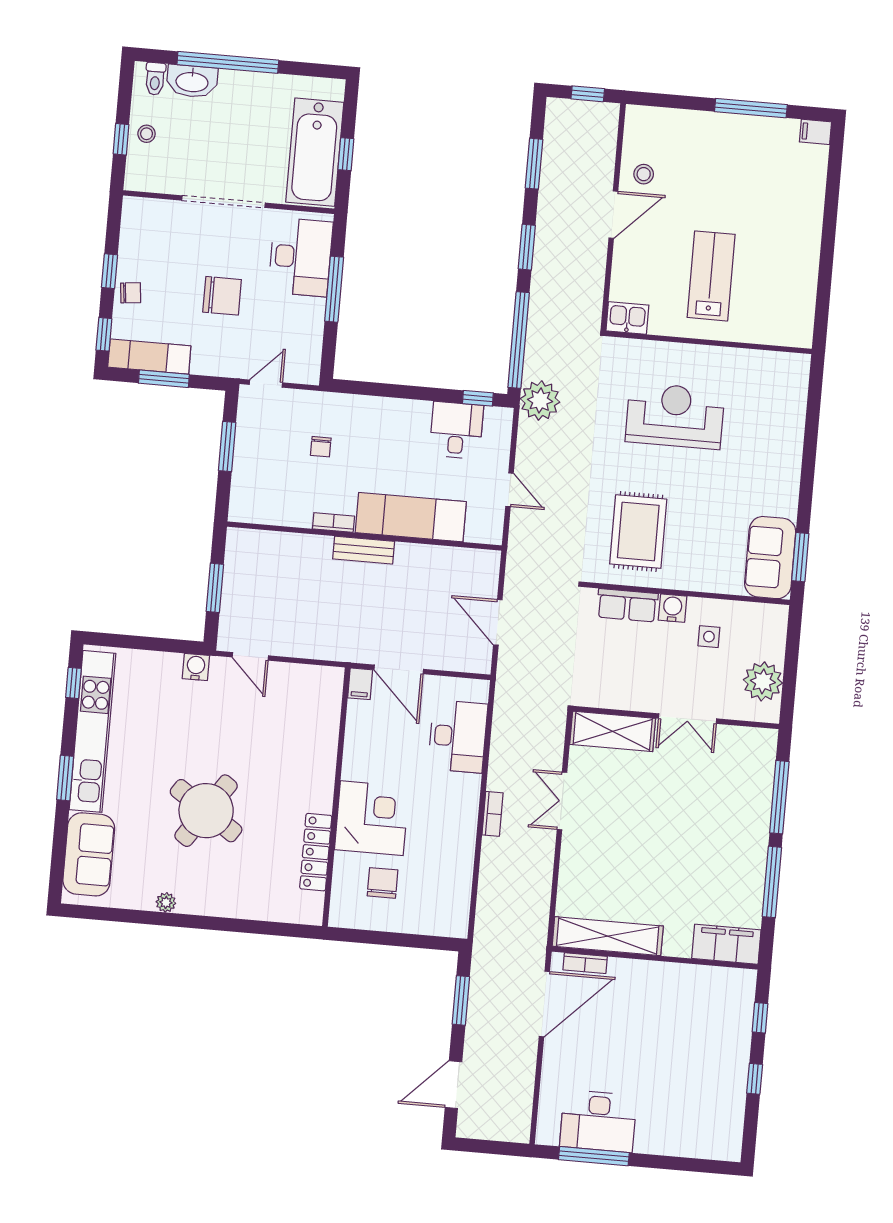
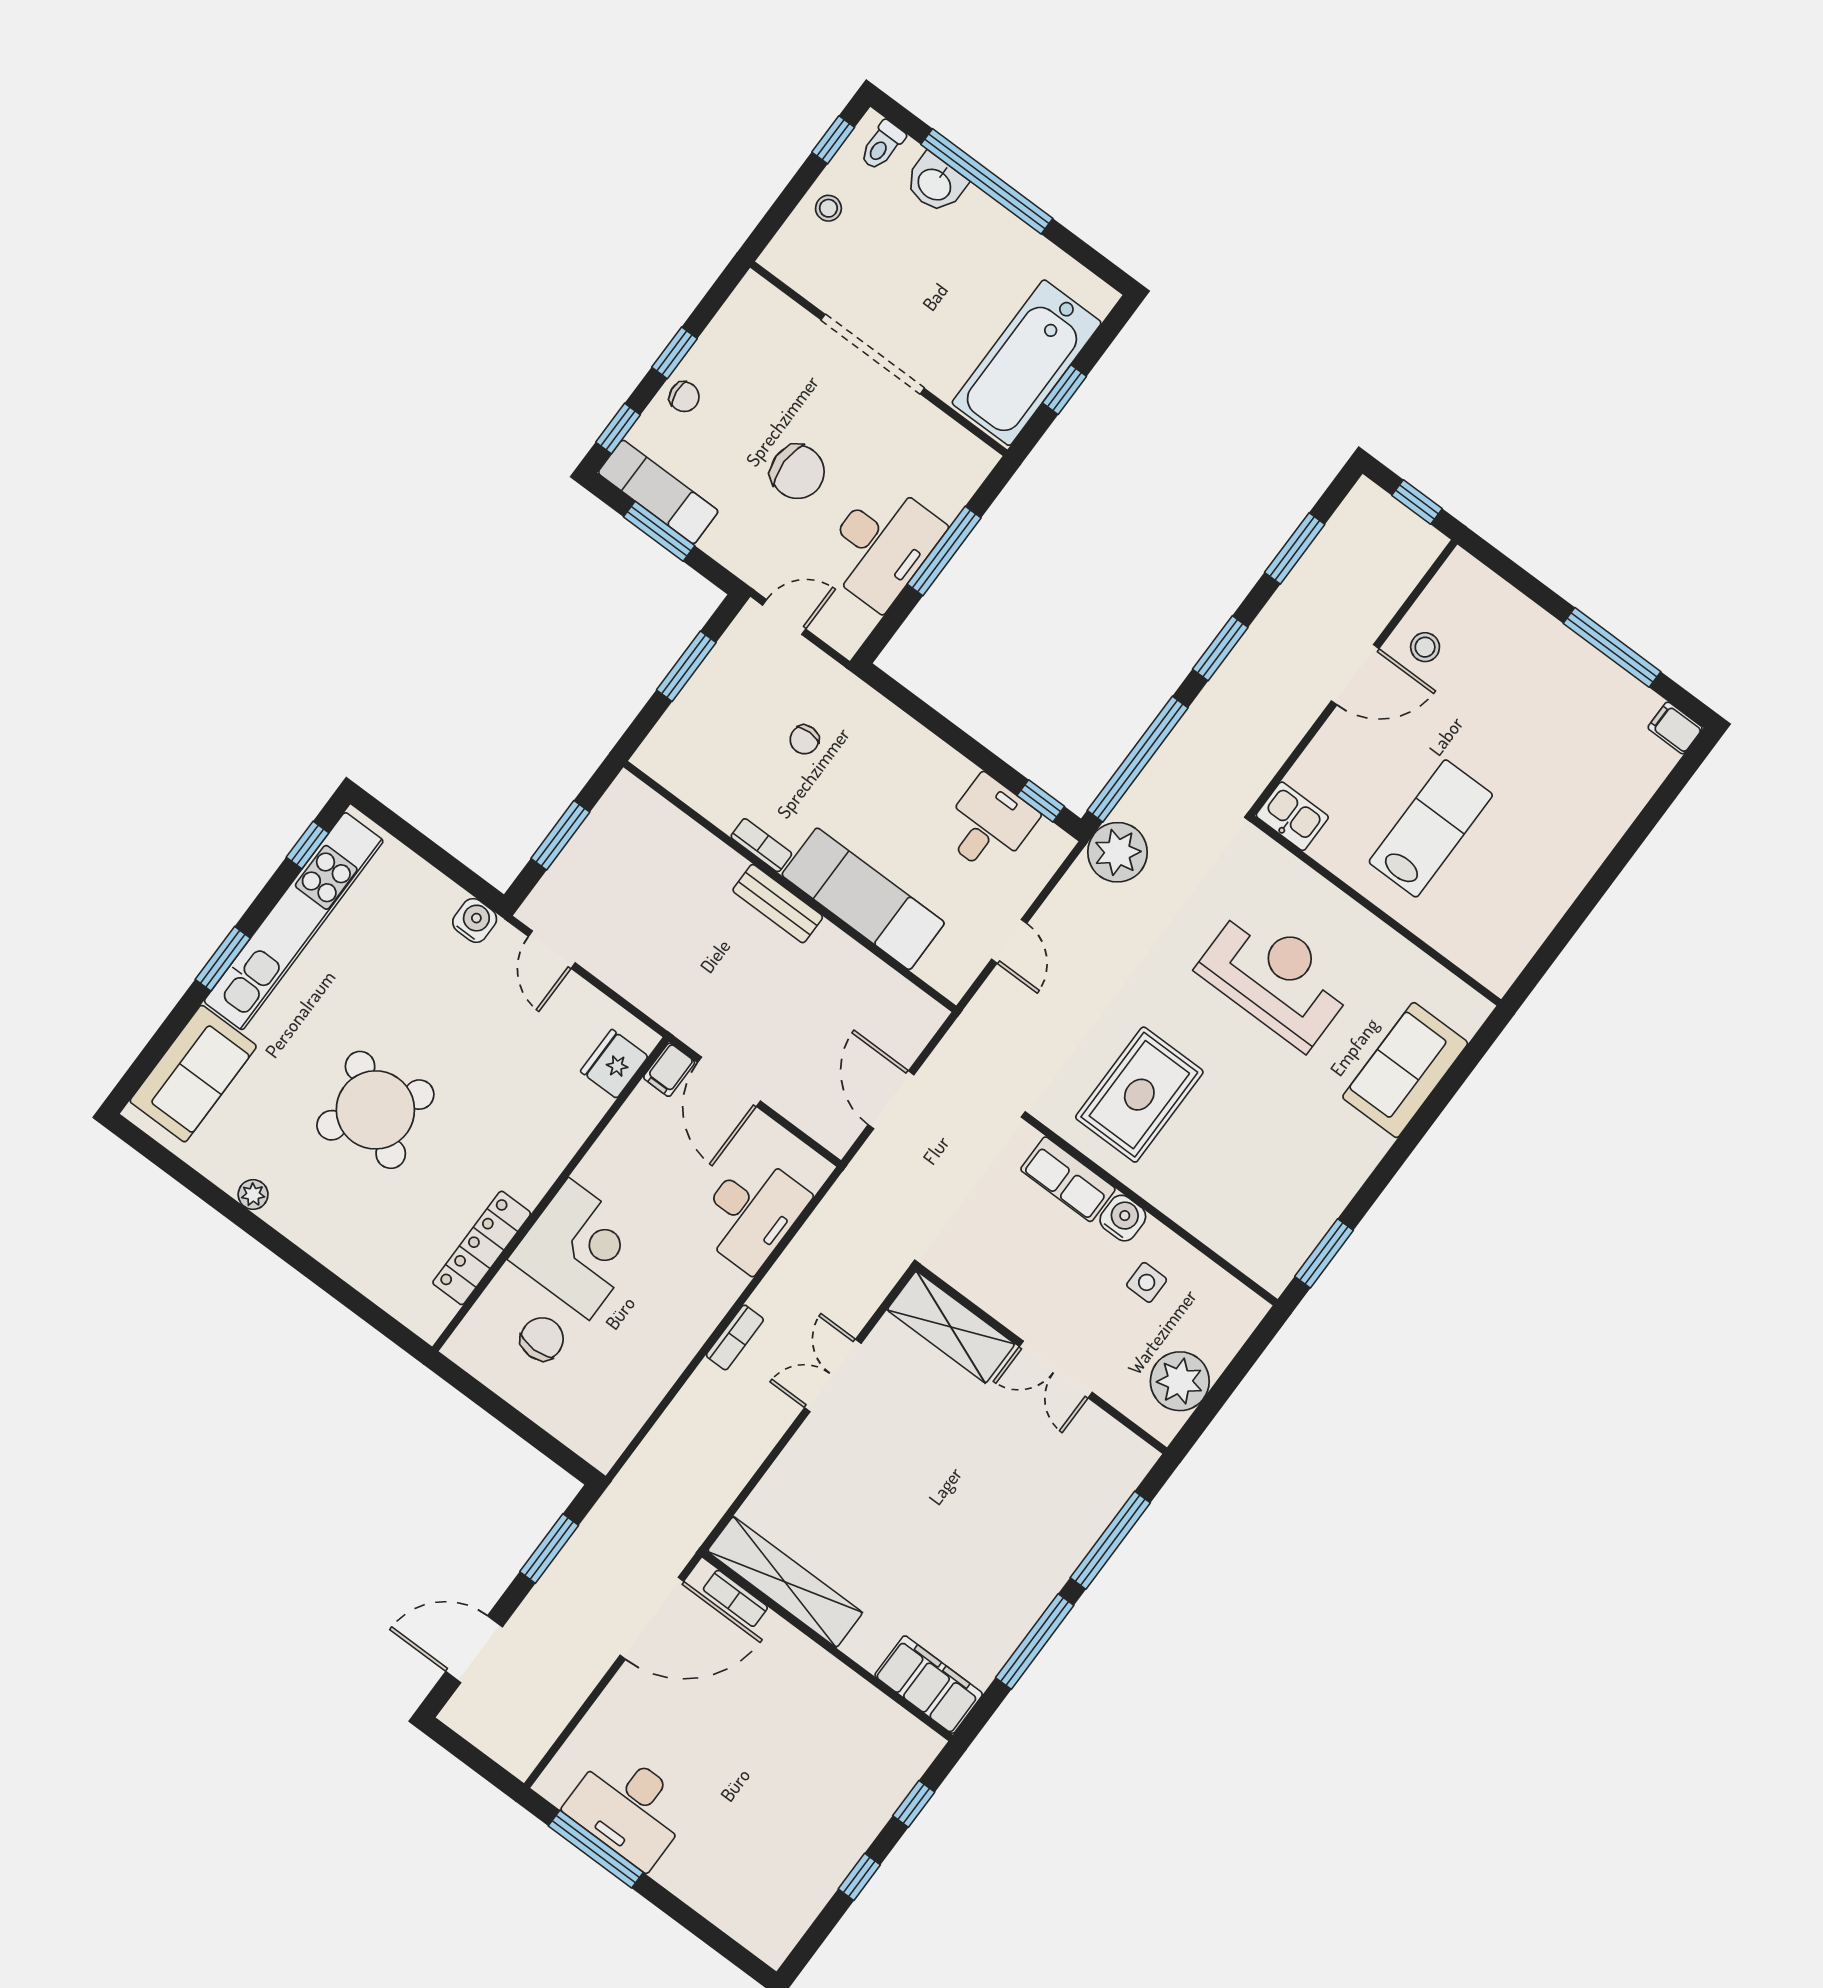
washbasin: (192, 81) -> (935, 183), width x0.72
window: (121, 139) -> (833, 140), moved
desk: (301, 257) -> (881, 545), moved
sofa: (770, 558) -> (1405, 1070), moved
fridge: (327, 700) -> (614, 1064), added

